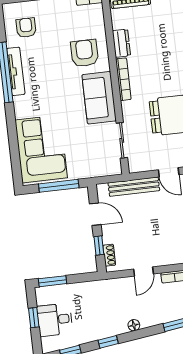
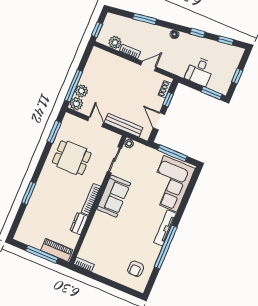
armchair: (85, 53) -> (107, 231), removed
tv unit: (16, 71) -> (165, 228), moved
plant: (115, 169) -> (129, 144), added
desk: (55, 320) -> (200, 71), moved, turned 90

